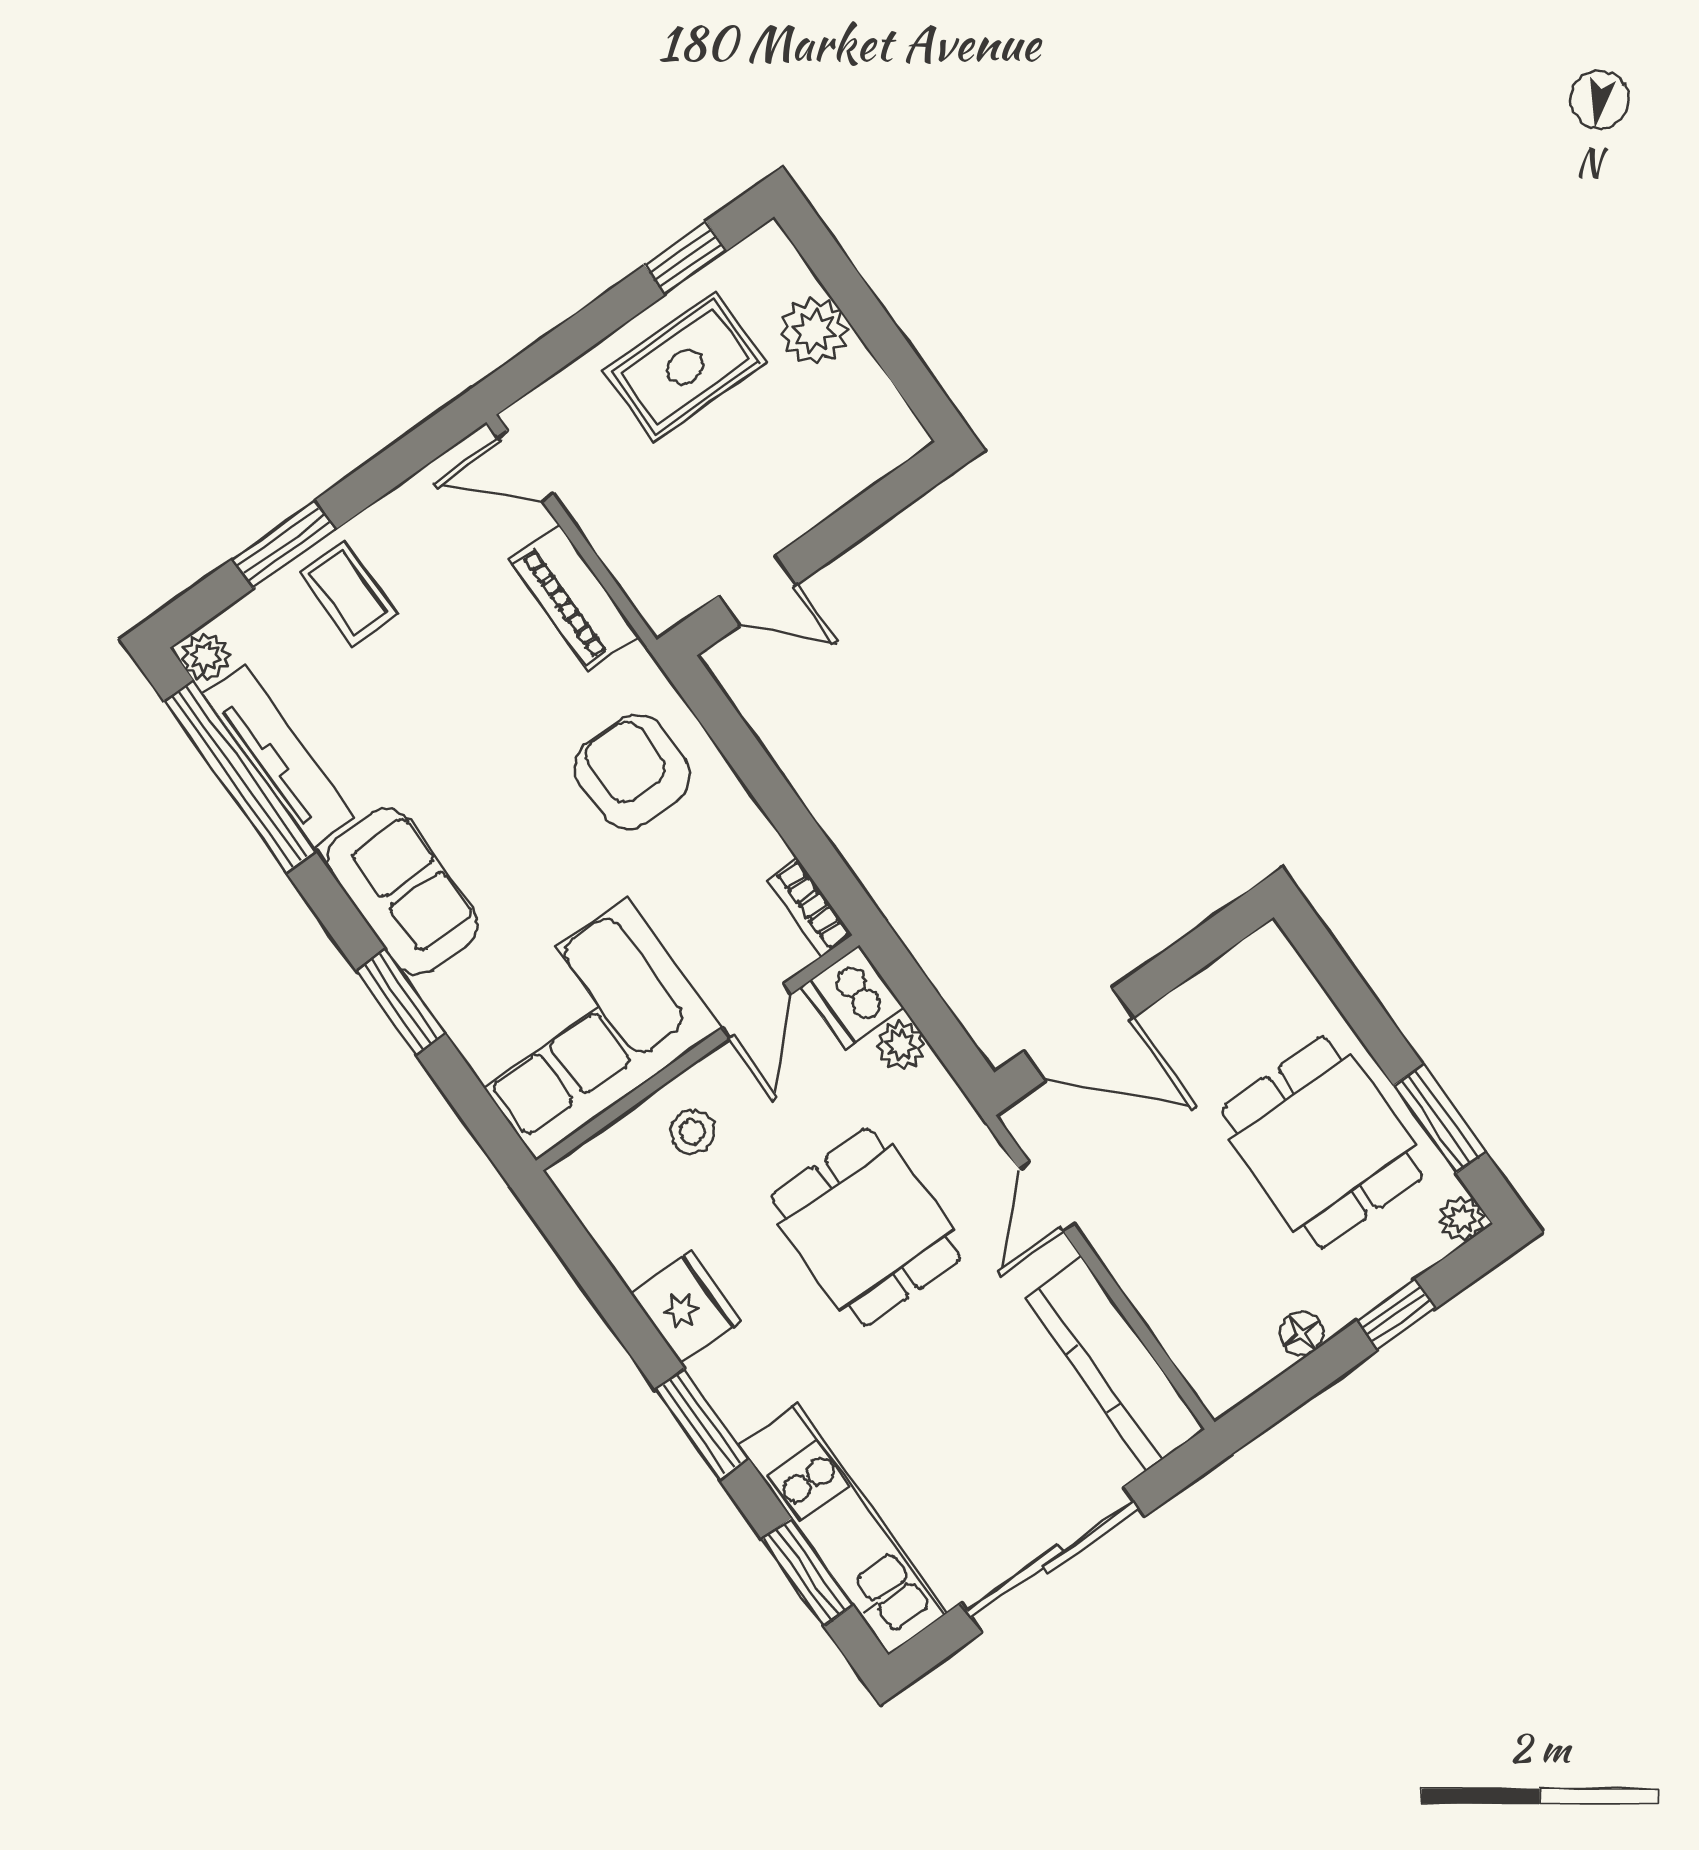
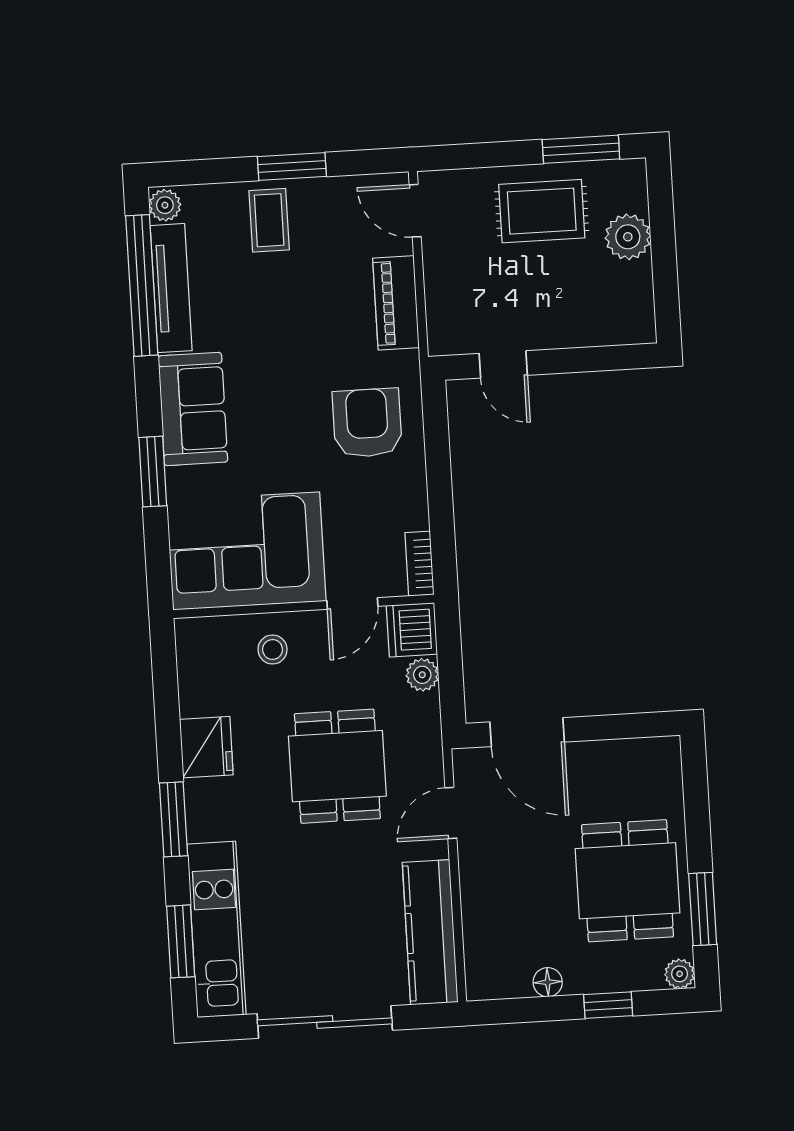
window: (686, 258) -> (581, 149), width x1.50
window: (284, 544) -> (292, 166), moved

